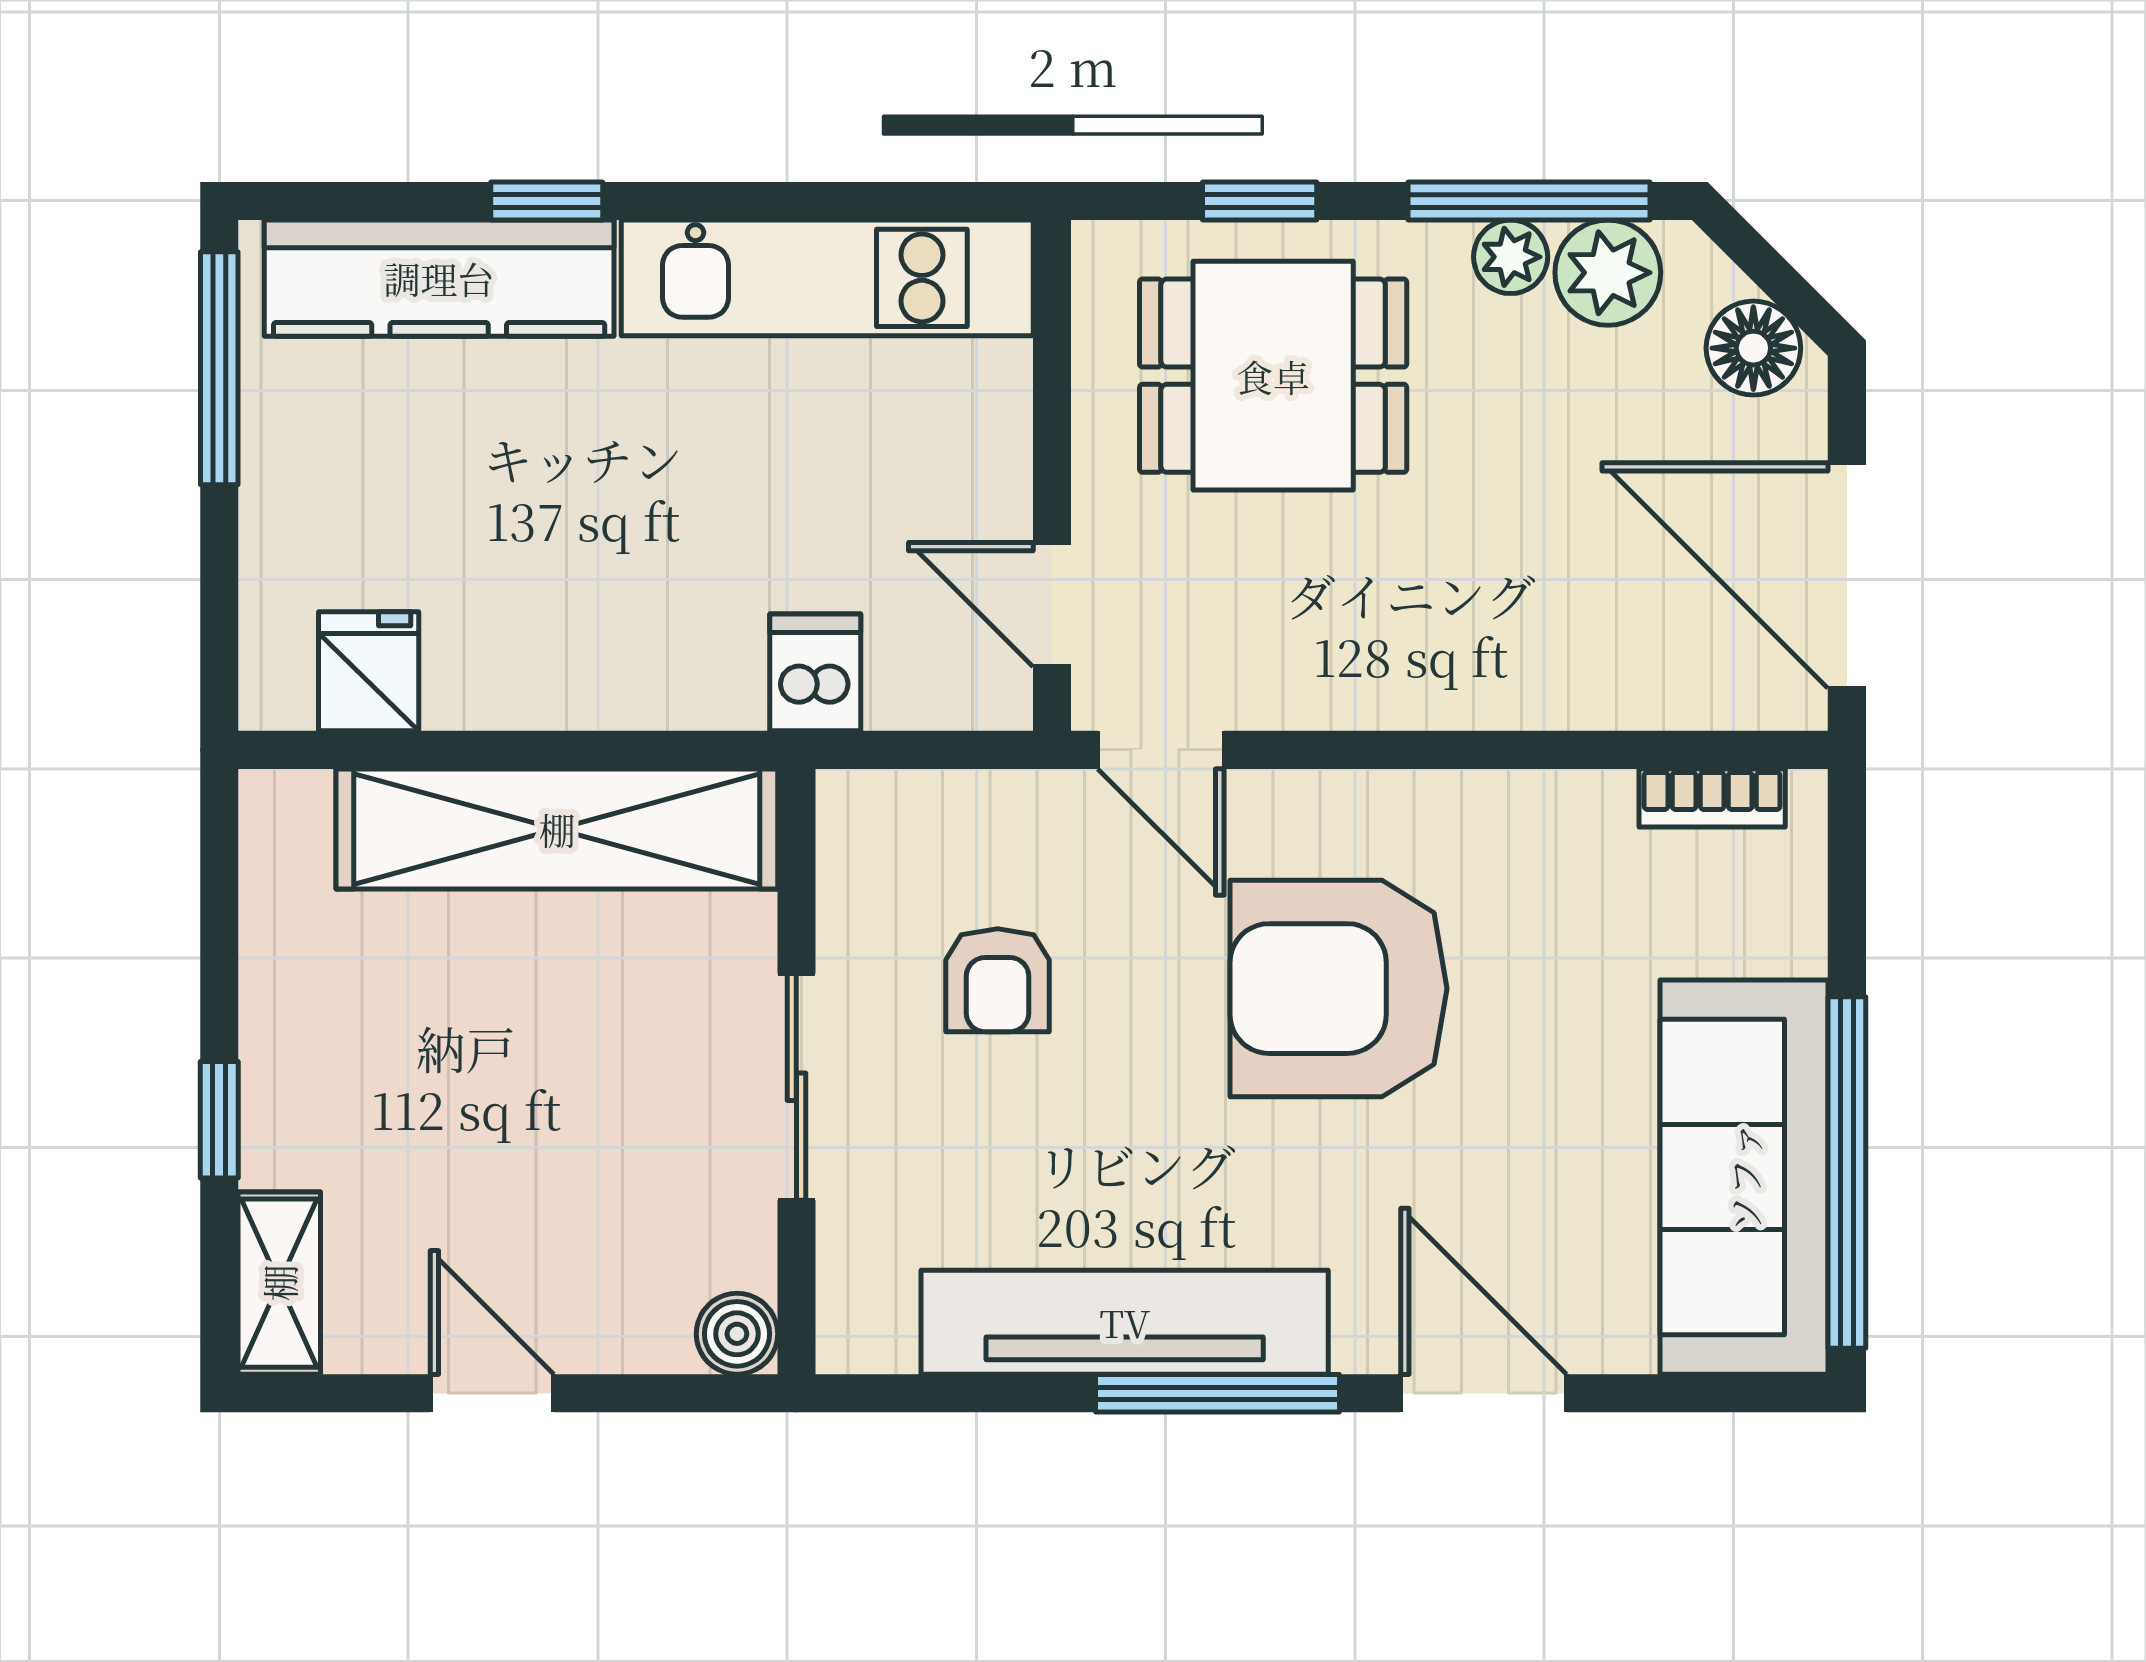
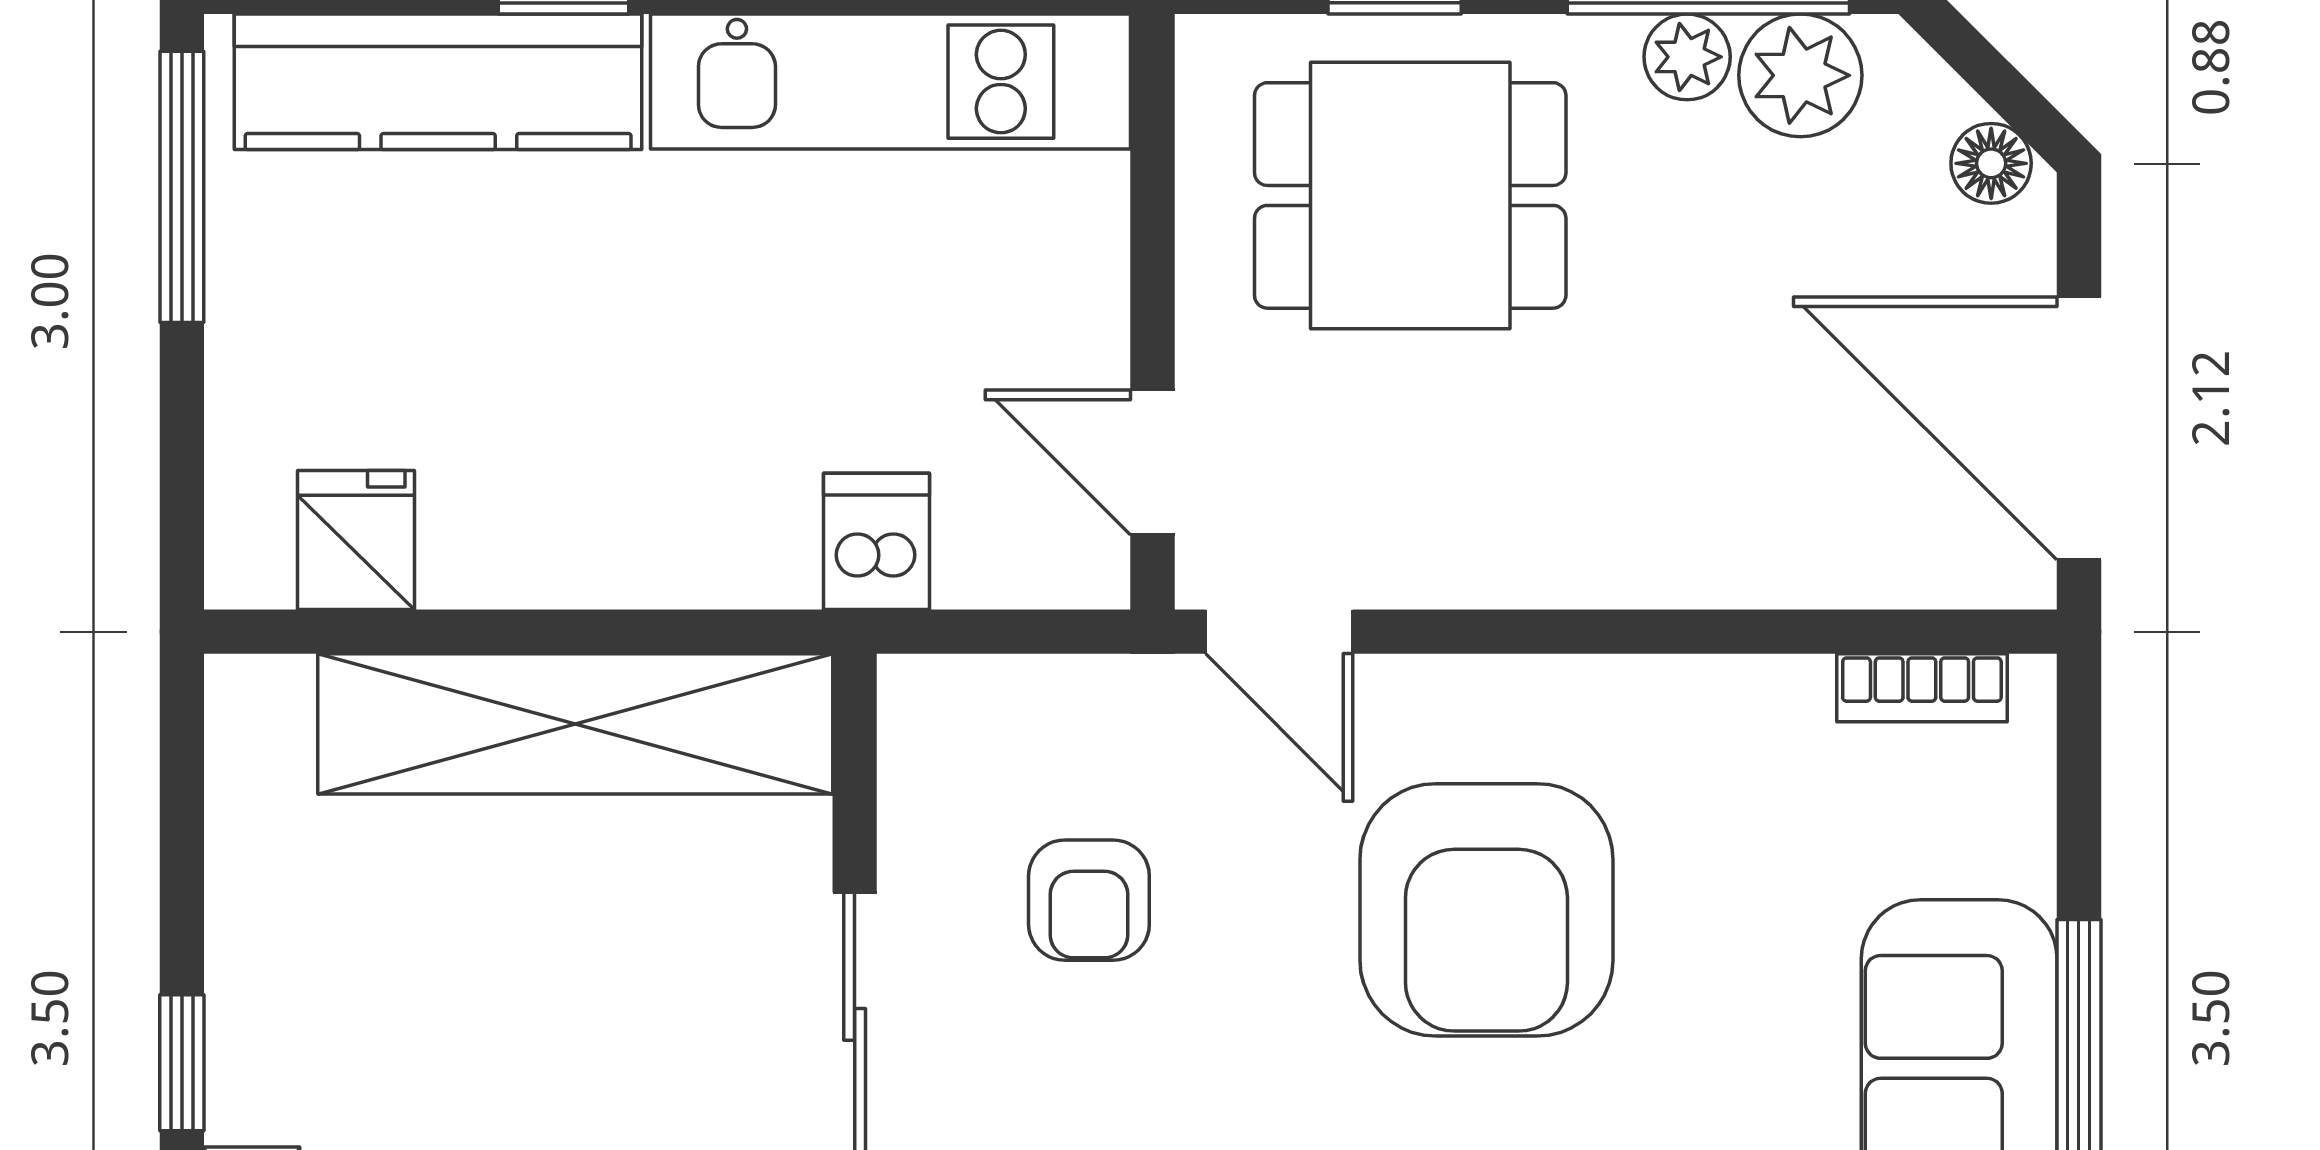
floor lamp: (1753, 348) -> (1991, 163), width x0.73, depth x0.73
armchair: (1339, 989) -> (1486, 910), turned -90

